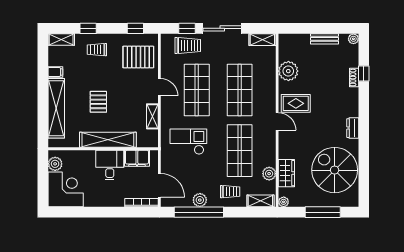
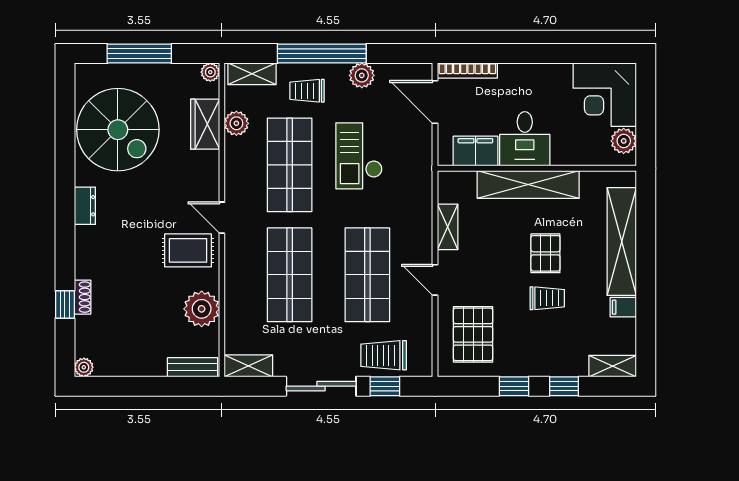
window: (135, 28) -> (514, 386), moved
bench: (324, 39) -> (192, 367), moved
trolley: (97, 50) -> (547, 298), moved
pallet: (138, 57) -> (473, 334), turned 90
checkout: (188, 142) -> (359, 156), moved, turned 90
window: (199, 212) -> (322, 54), moved

